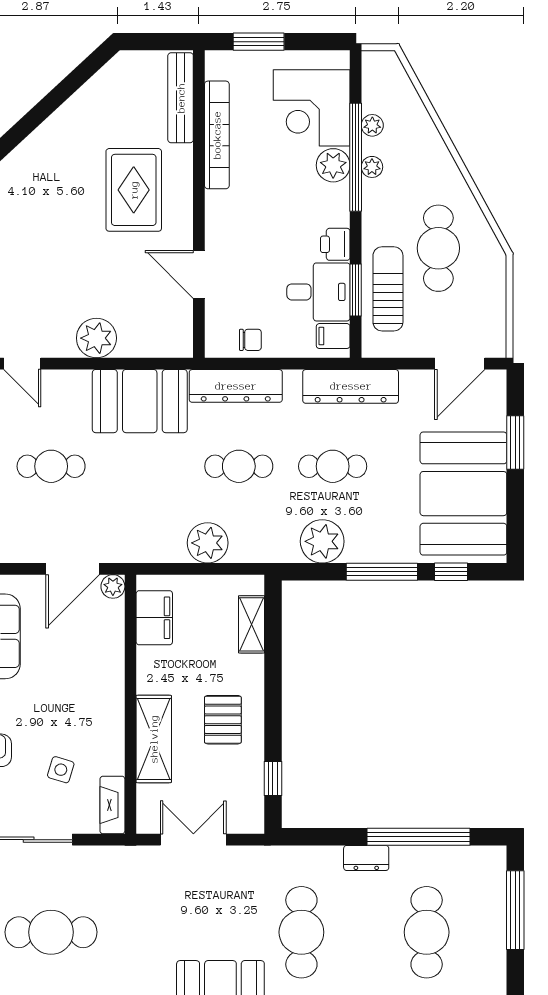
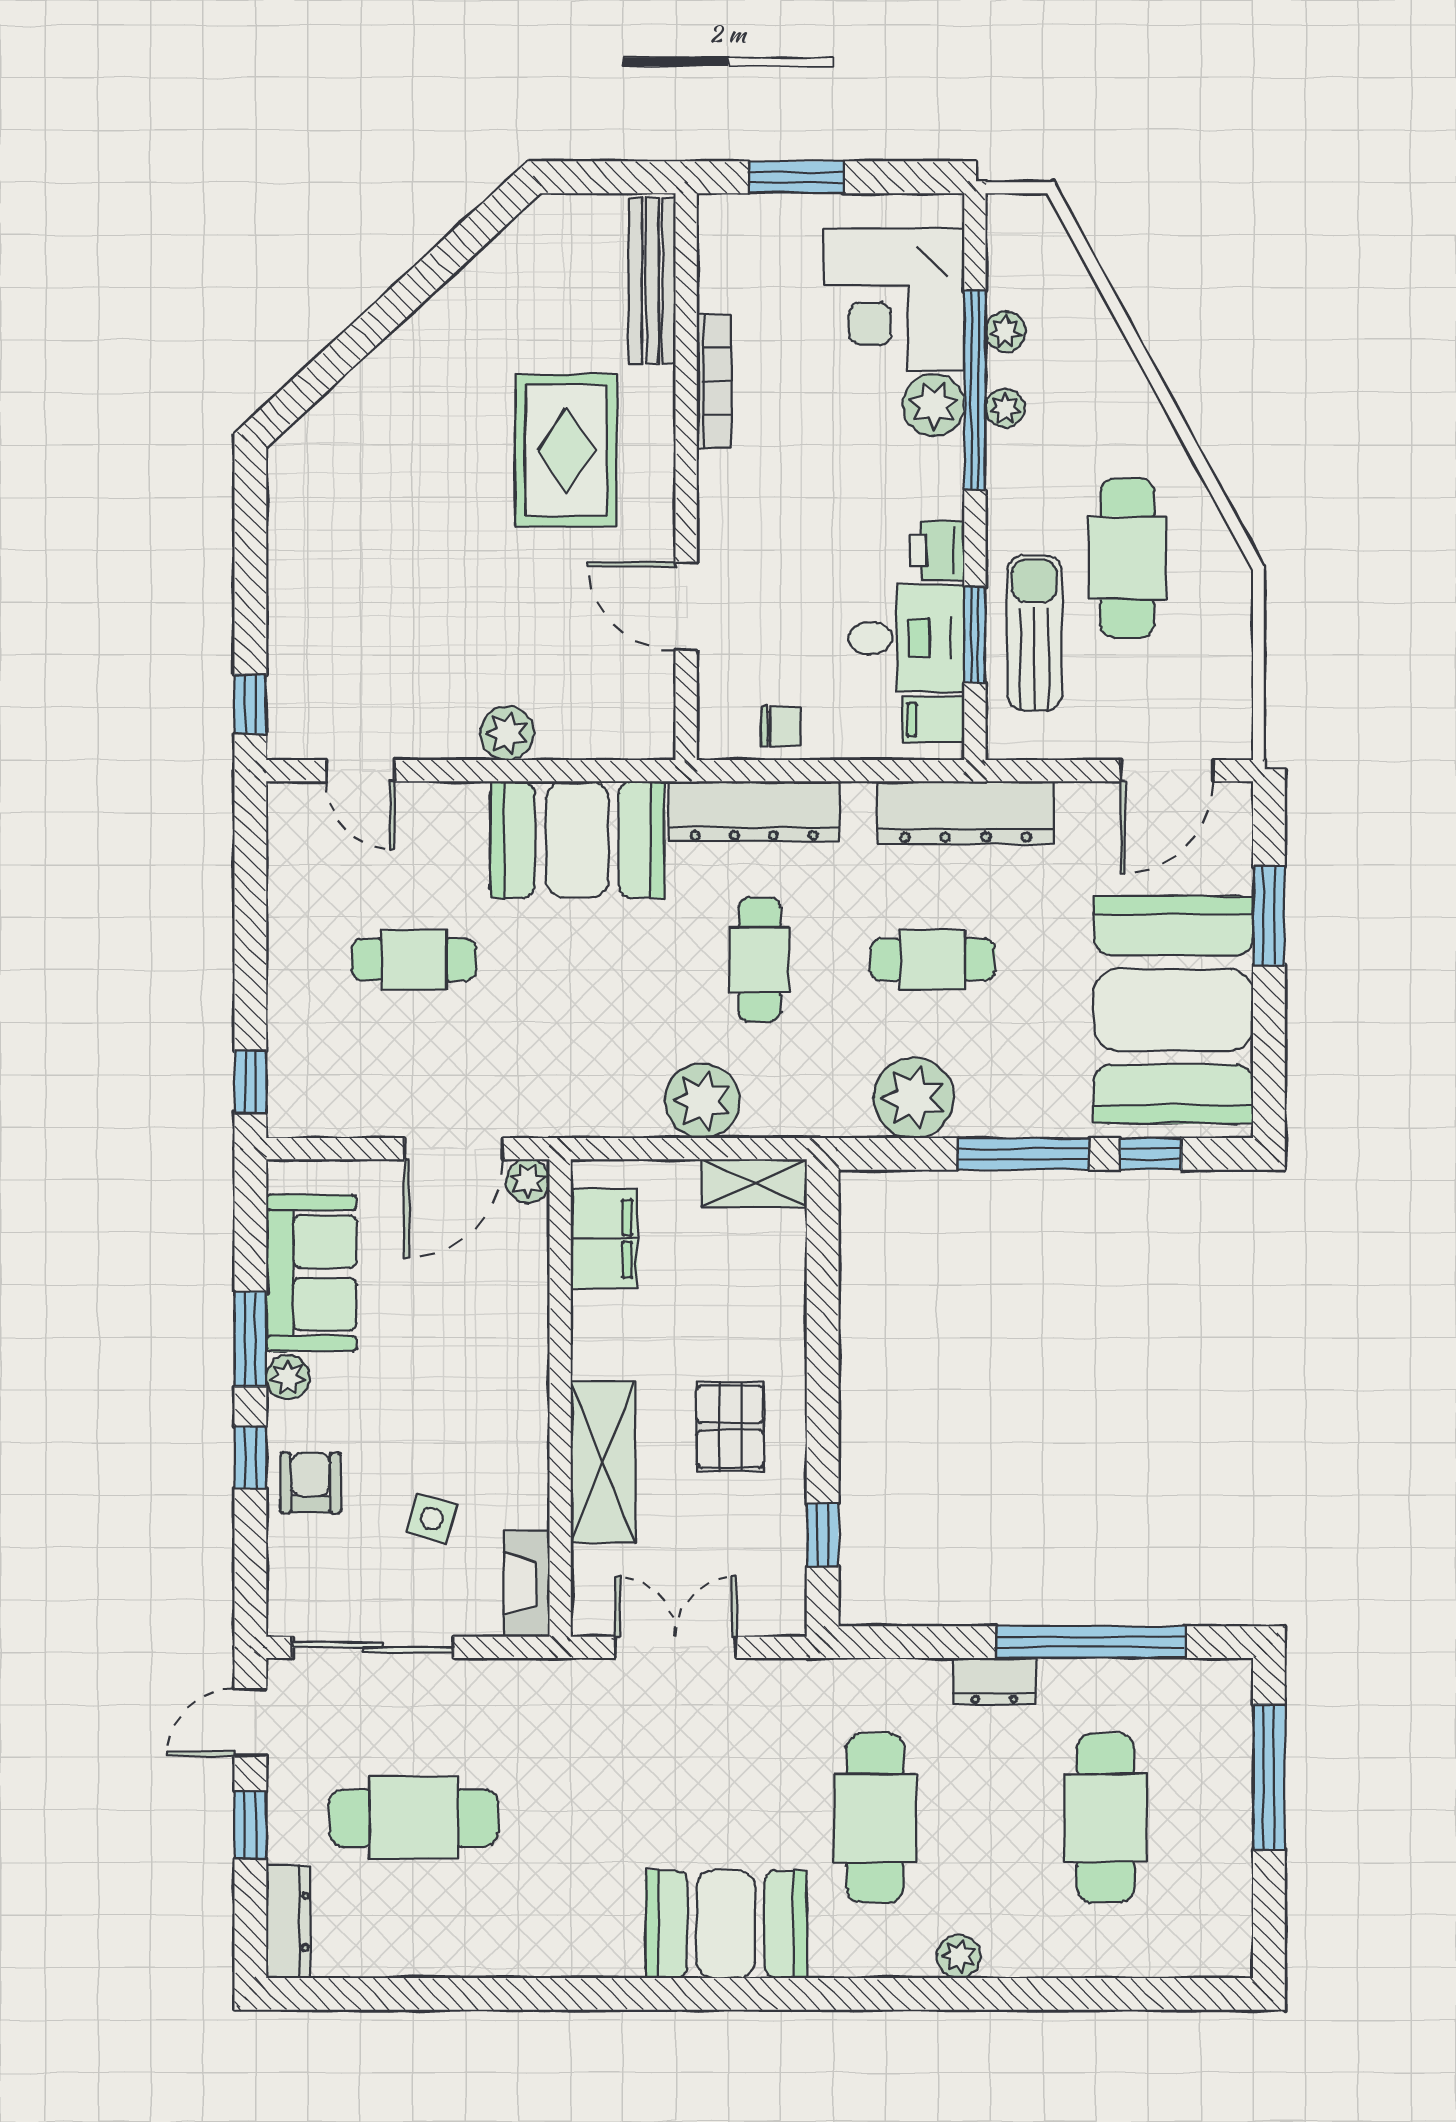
bookcase: (217, 135) -> (714, 381), width x0.68, depth x0.76
plant: (96, 338) -> (507, 733), width x0.73, depth x0.73
cafe table: (239, 466) -> (760, 960), turned 90
shelving: (252, 624) -> (754, 1183), moved, turned 90

